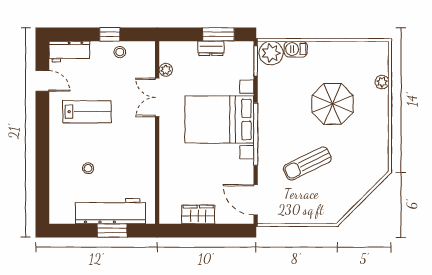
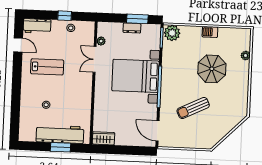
barbecue: (296, 49) -> (210, 32), moved
wardrobe: (198, 215) -> (104, 138), moved

